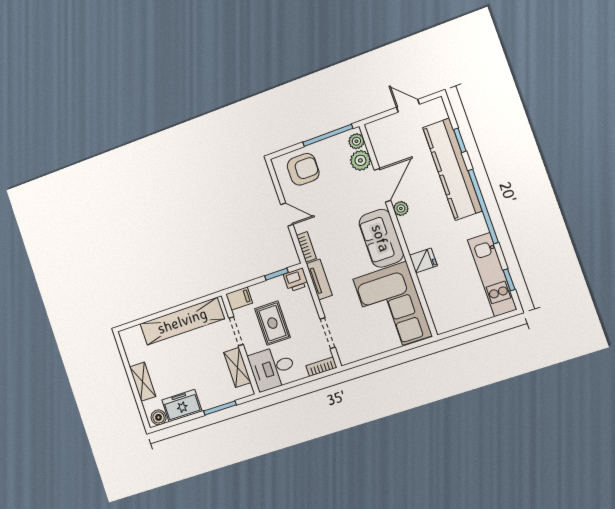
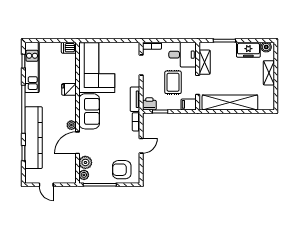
door: (287, 214) -> (141, 146), swing flipped
dishwasher: (446, 323) -> (69, 48), added

